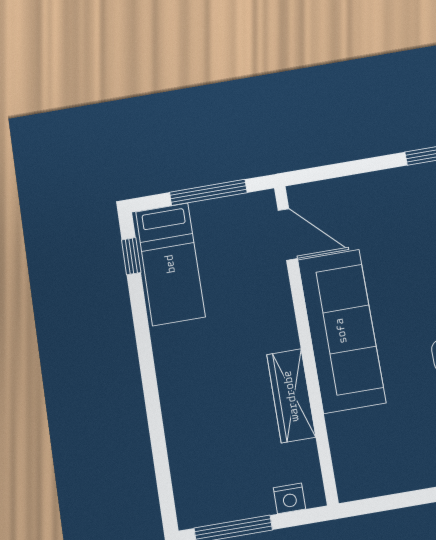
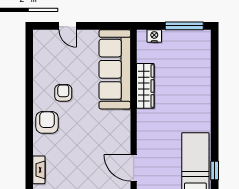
sofa: (341, 331) -> (115, 69), moved

